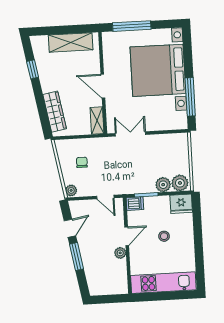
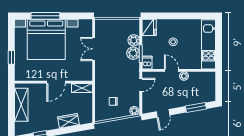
window: (132, 26) -> (11, 57), width x0.46
window: (190, 97) -> (45, 16), moved
wardrobe: (55, 112) -> (68, 121), width x0.67
double door: (130, 134) -> (94, 49), moved
plant: (180, 183) -> (133, 53), moved
door: (70, 228) -> (163, 113), swing flipped
window: (77, 256) -> (196, 108), moved

